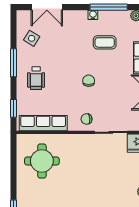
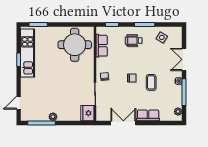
double door: (47, 7) -> (184, 59), moved
coffee table: (105, 42) -> (151, 82), moved
row of seats: (43, 123) -> (102, 46), width x0.68
round table: (42, 161) -> (75, 45), width x1.36, depth x1.36

